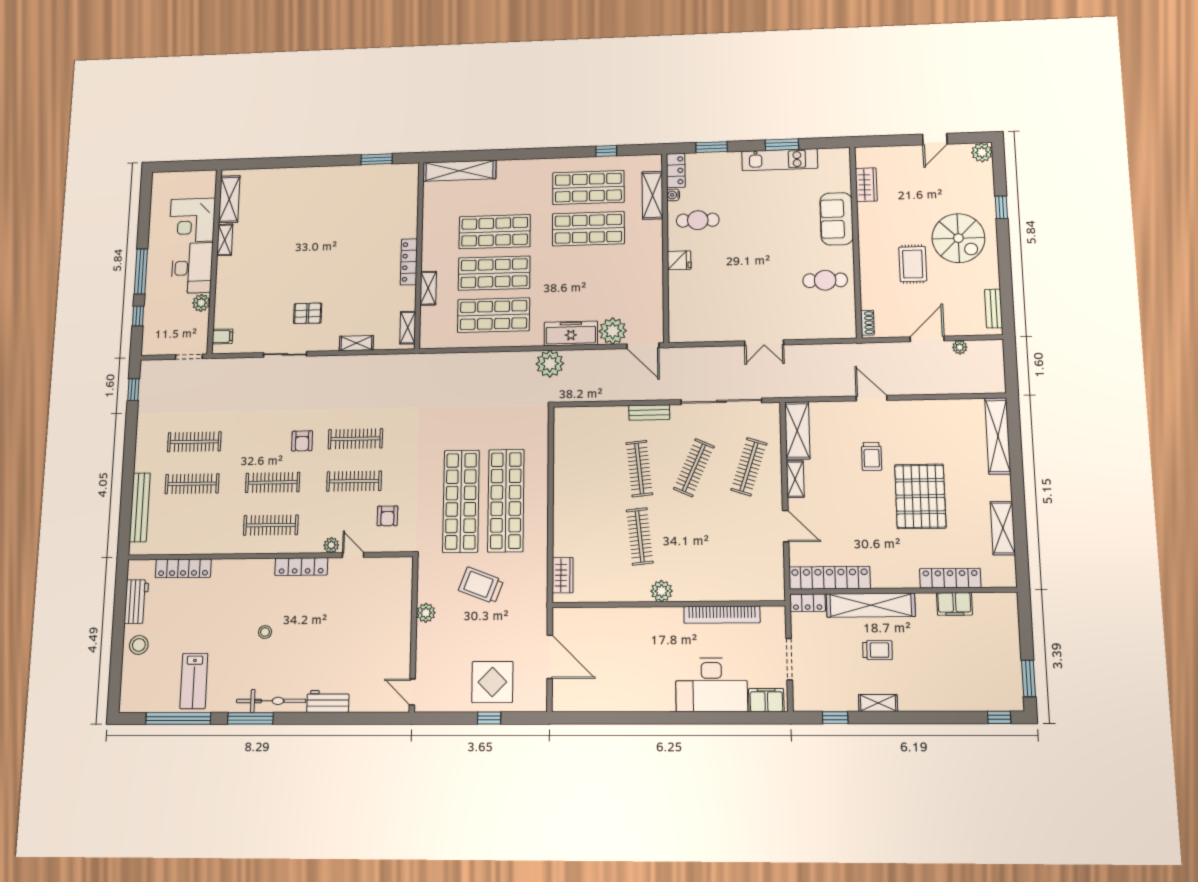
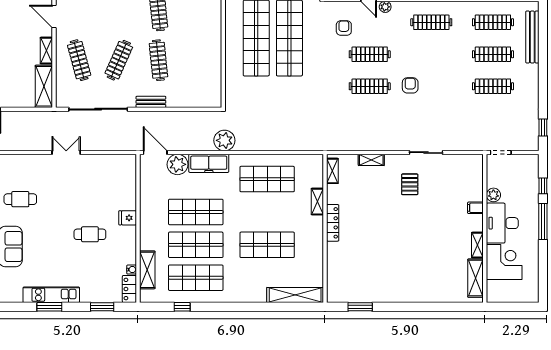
cafe table: (698, 220) -> (90, 234), moved
shop shelf: (494, 273) -> (196, 212), moved
pallet: (308, 313) -> (410, 184), turned 90
filing cabinet: (222, 336) -> (475, 208), moved
clothes rail: (749, 467) -> (79, 60), turned -33
clothes rail: (273, 482) -> (493, 22), moved

